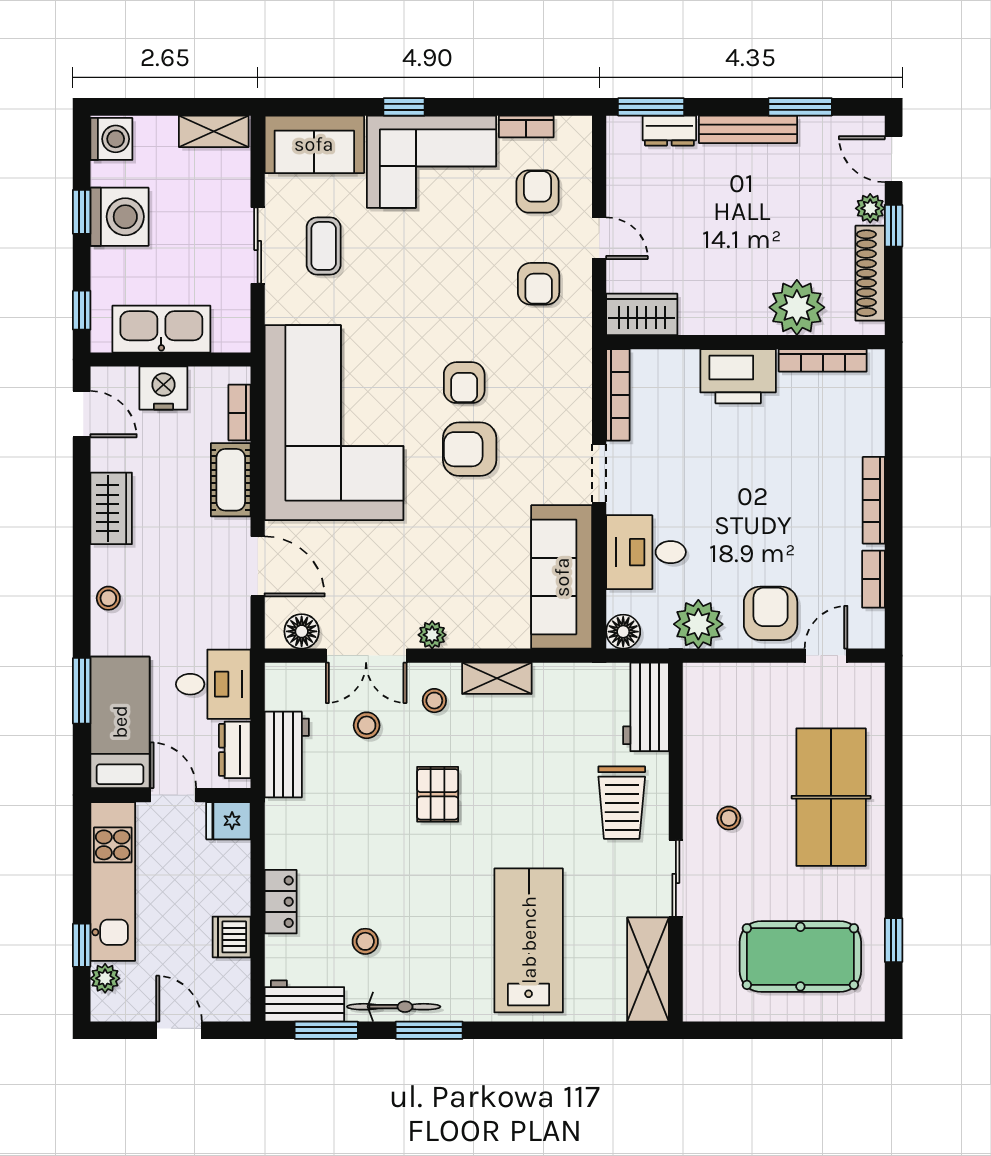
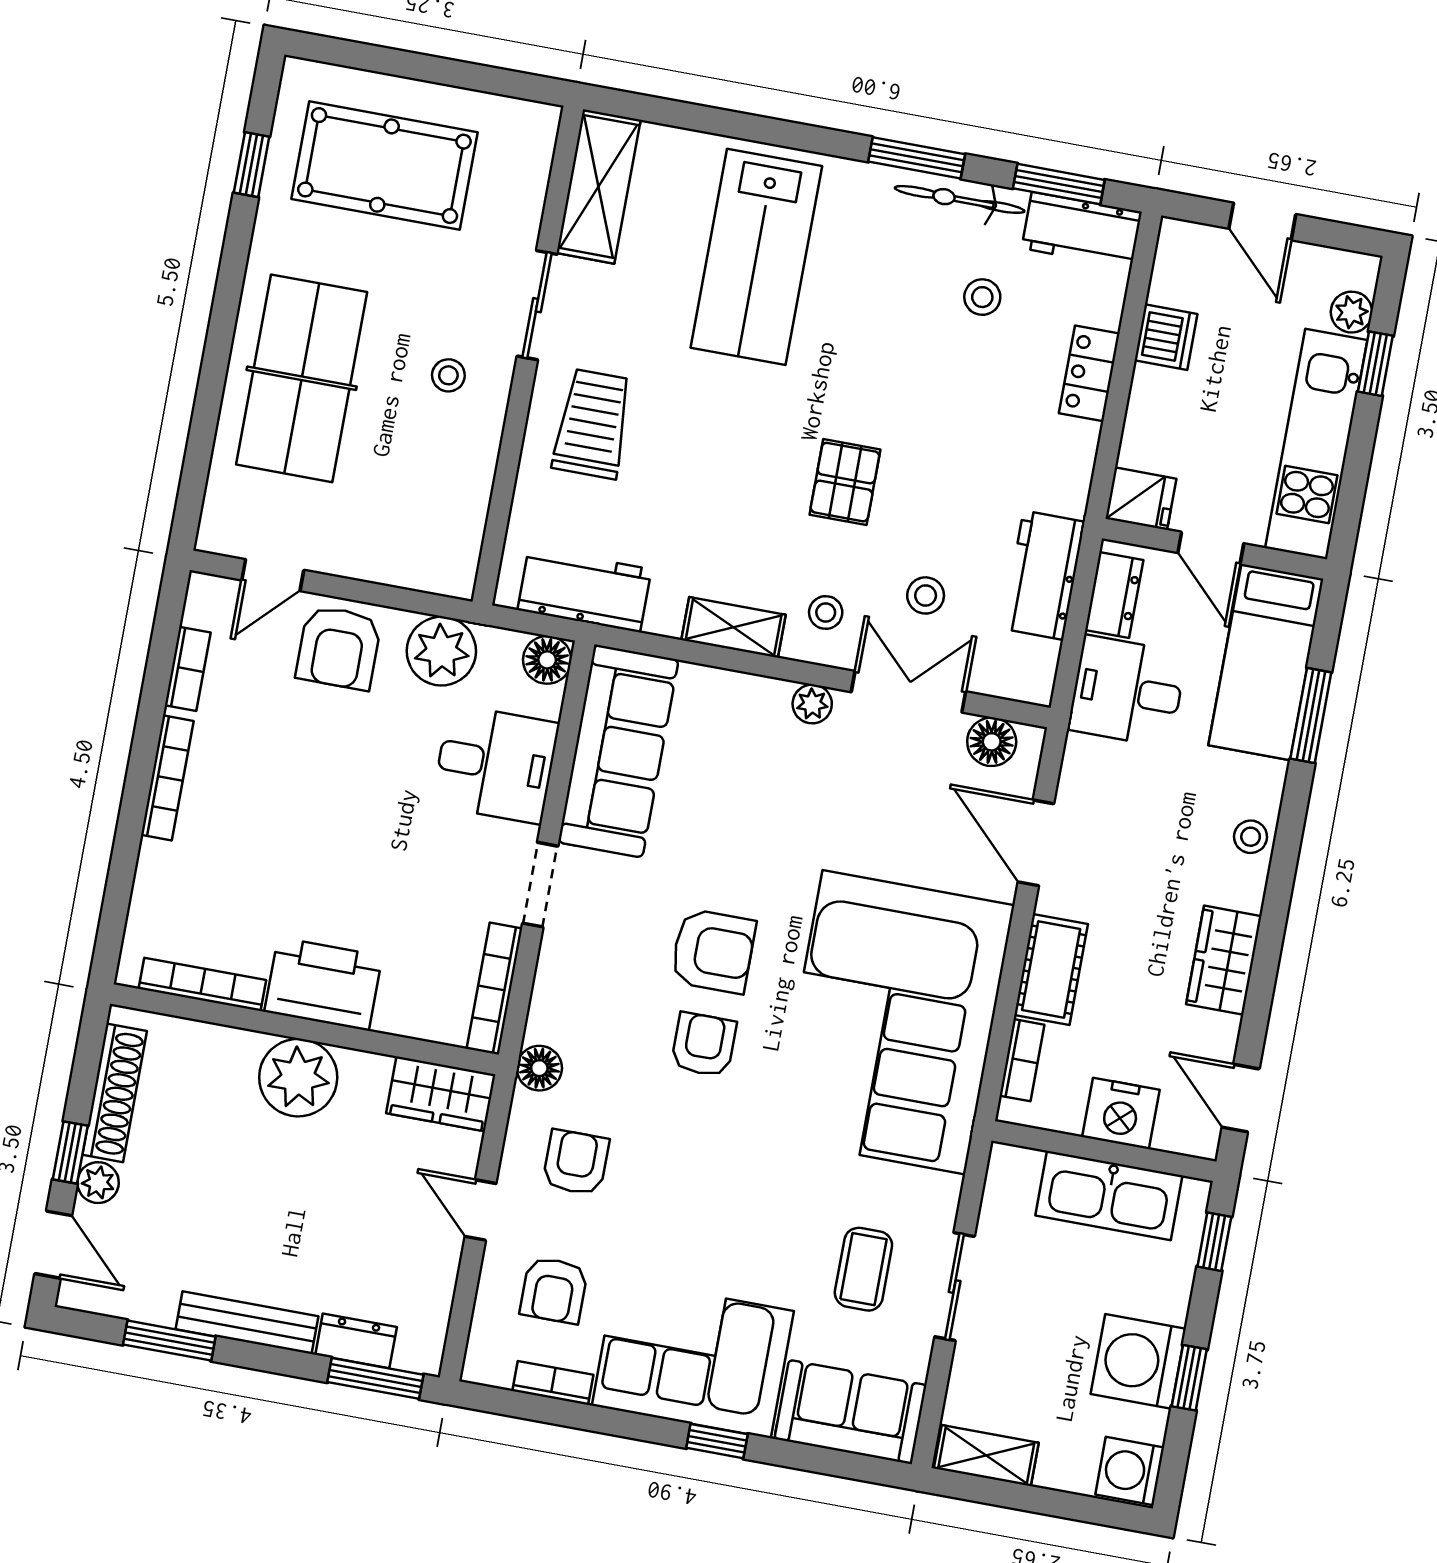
plant: (797, 307) -> (298, 1078), moved
floor lamp: (576, 345) -> (539, 1068), added
workbench: (646, 707) -> (584, 590), moved, turned -90

